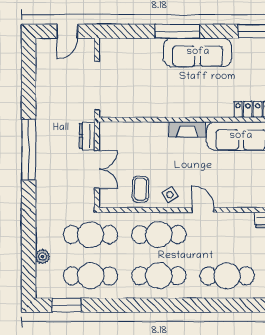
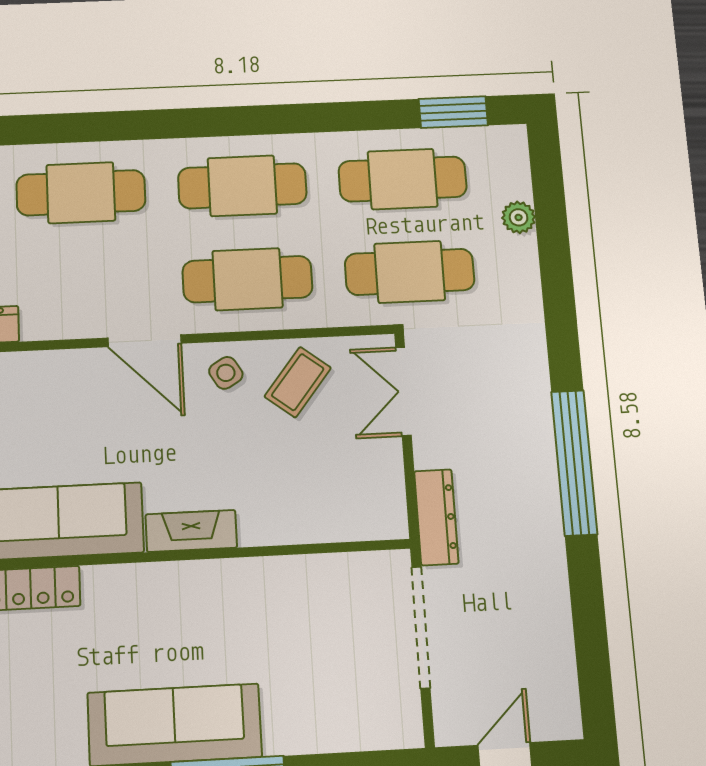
dresser: (87, 136) -> (436, 517), width x1.44
double door: (97, 169) -> (403, 391), moved
coffee table: (140, 189) -> (298, 382), turned 38
door: (203, 210) -> (145, 341), width x1.38

